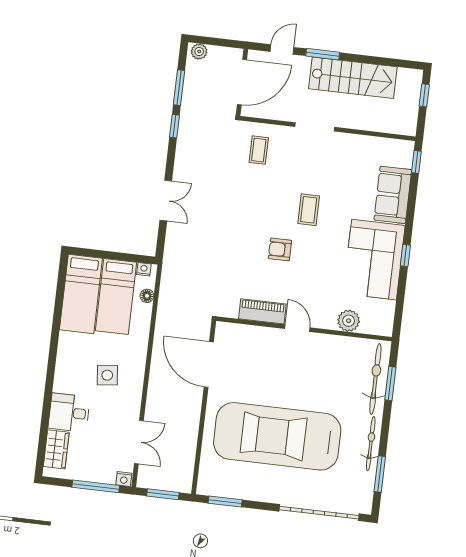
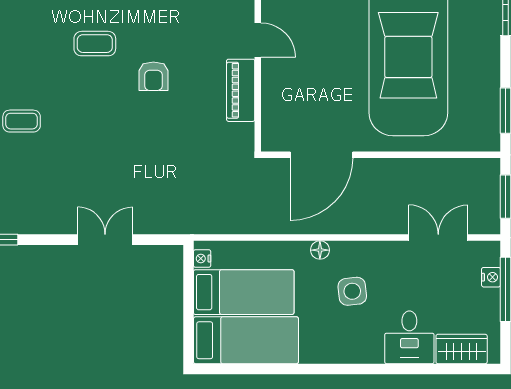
floor lamp: (147, 296) -> (320, 250), moved
door: (297, 328) -> (258, 40), swing flipped
nightstand: (124, 479) -> (491, 277), moved

